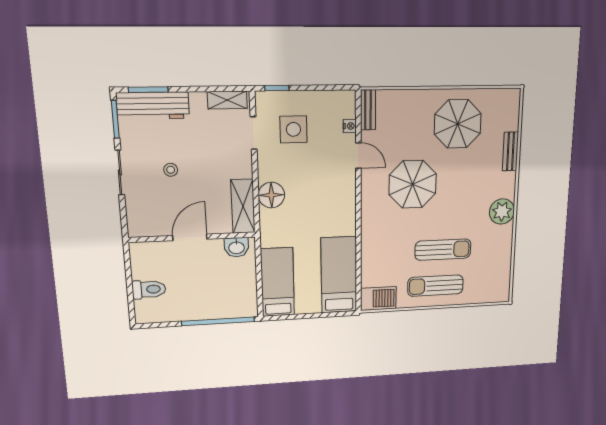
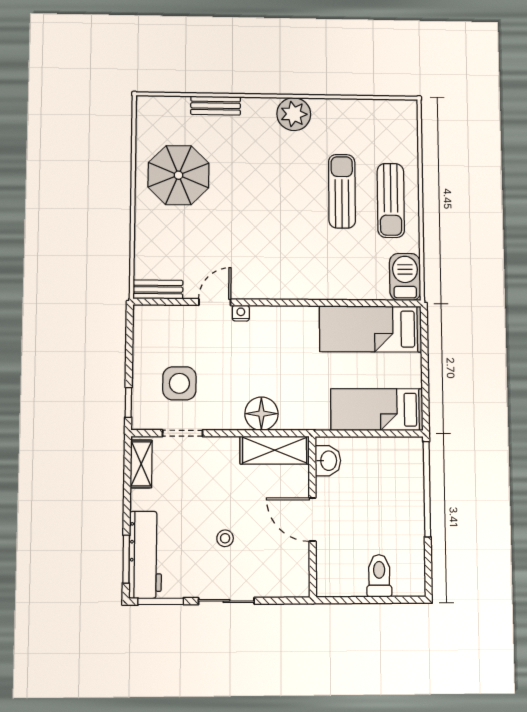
nightstand: (350, 126) -> (241, 313), moved
parasol: (413, 184) -> (254, 232), removed

